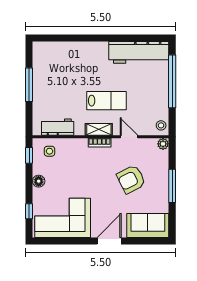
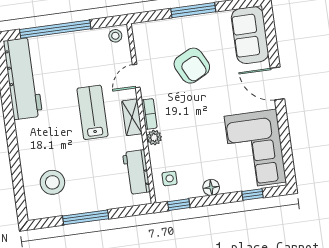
stool: (59, 64) -> (52, 182), added
plant: (163, 144) -> (154, 138), moved

